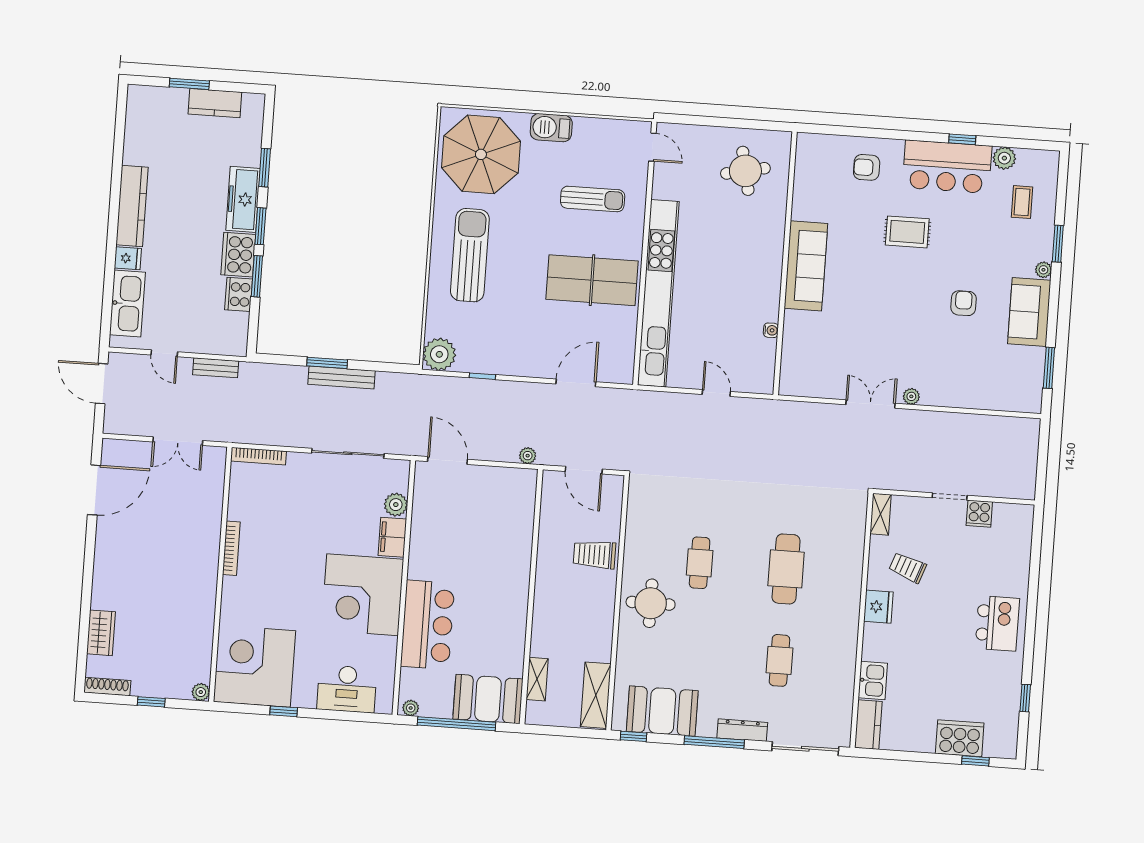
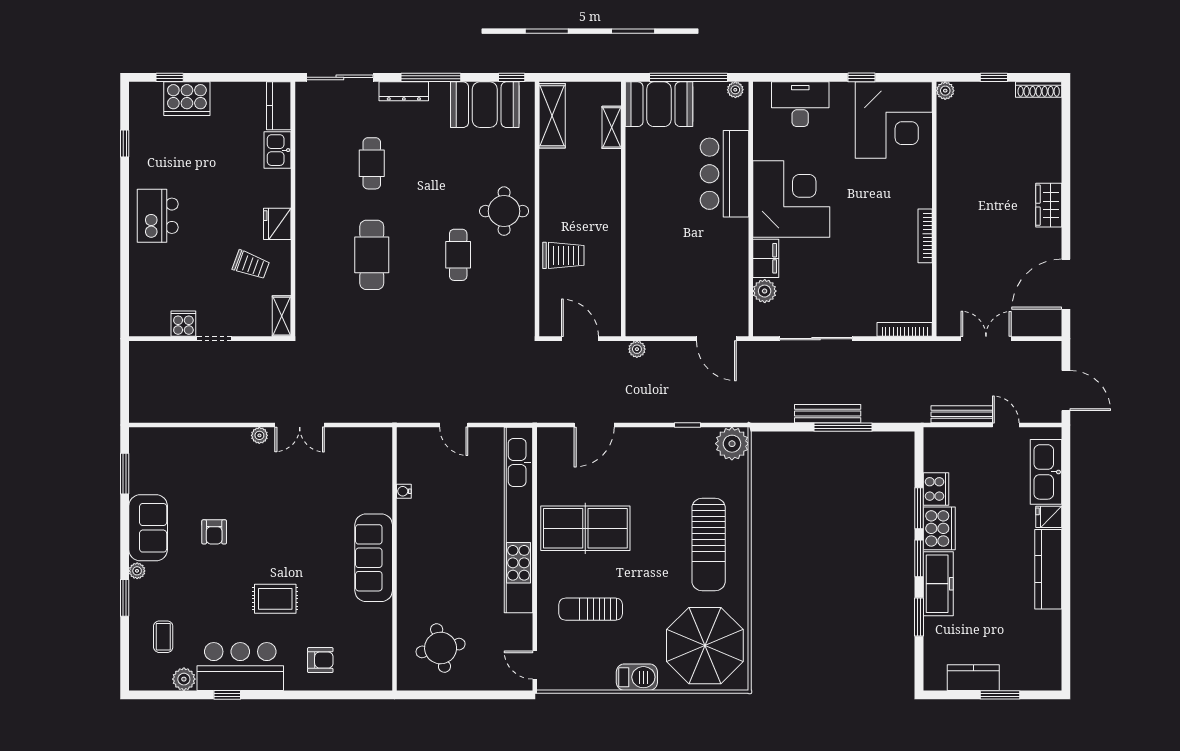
window: (327, 363) -> (843, 427), width x1.44
bench: (216, 368) -> (962, 414), width x1.36
wardrobe: (101, 633) -> (1049, 205), moved

